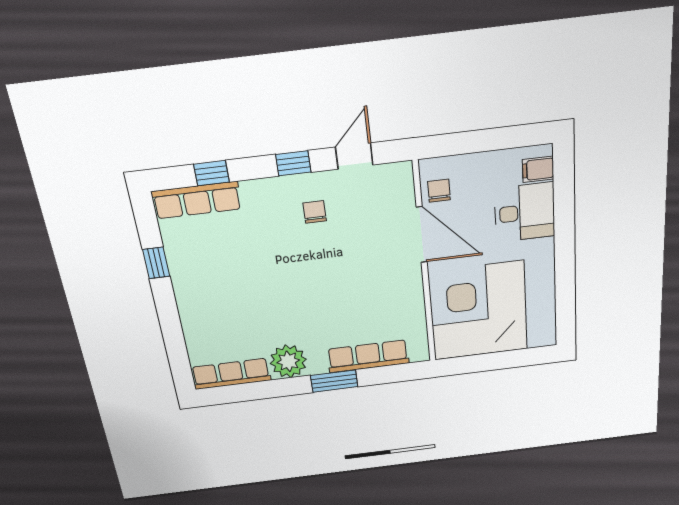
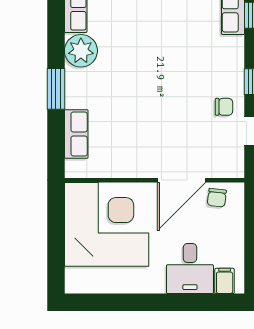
chair: (439, 191) -> (217, 198), turned 97
chair: (315, 212) -> (224, 107), moved
row of seats: (368, 356) -> (76, 134), width x0.68

